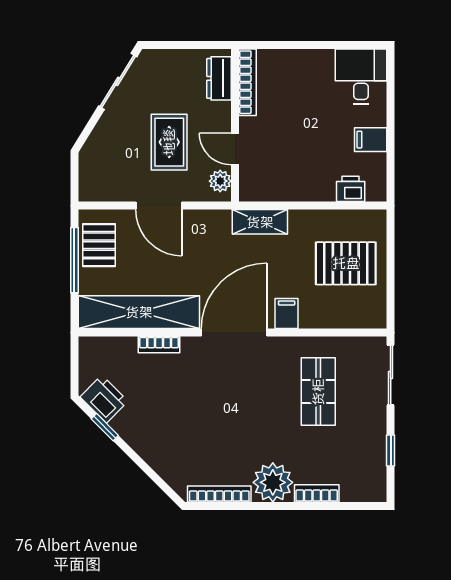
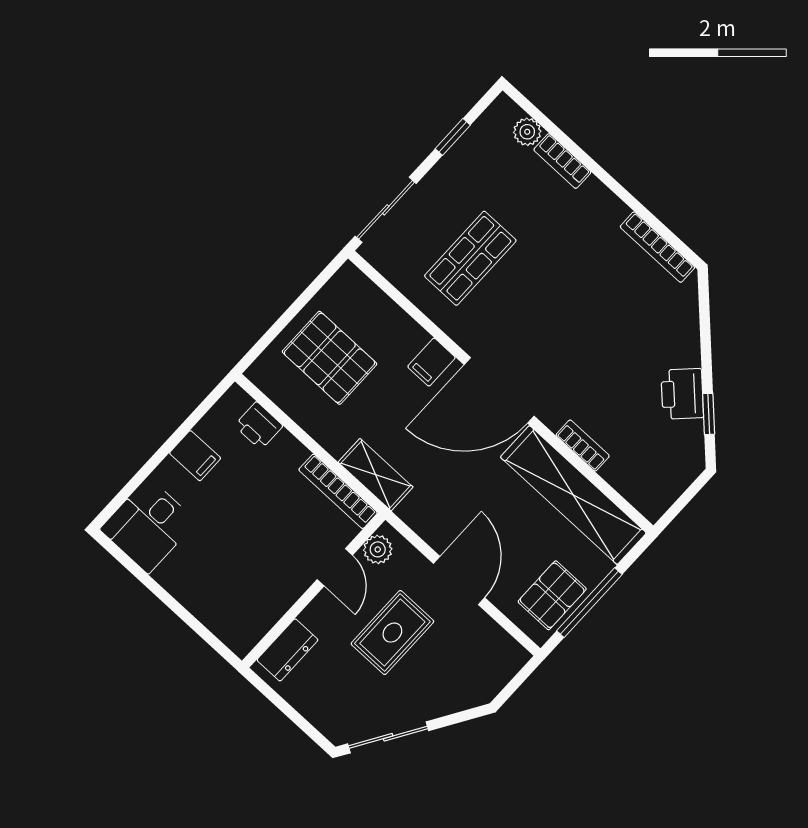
bookcase: (247, 82) -> (338, 491), moved, turned -90
printer: (104, 399) -> (682, 394), moved
plant: (273, 482) -> (527, 132), moved, width x0.53, depth x0.53

